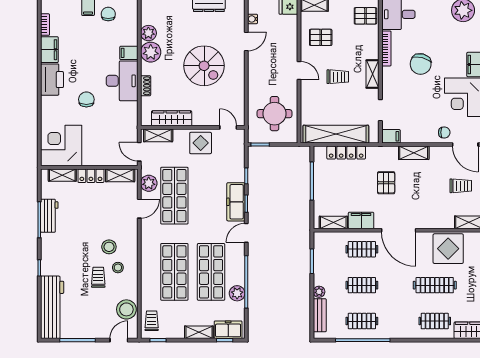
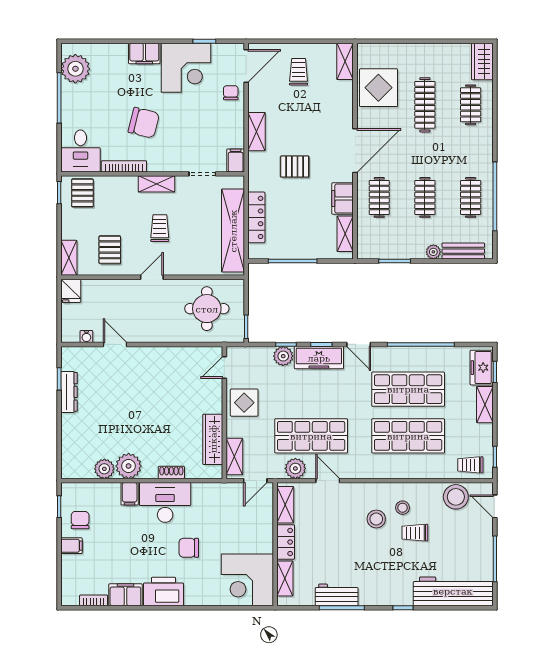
chair: (108, 14) -> (80, 520), turned 90
spiral stairs: (204, 66) -> (146, 398), removed
plant: (237, 293) -> (283, 356), moved

